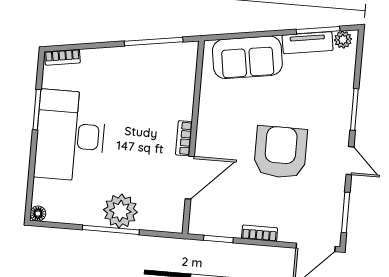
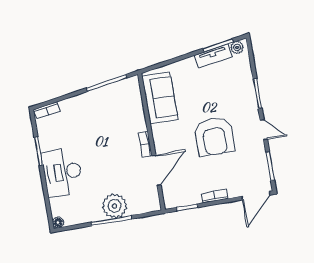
sofa: (247, 57) -> (160, 98), moved, turned -81
desk: (70, 136) -> (62, 172), width x0.73, depth x0.77
armchair: (280, 152) -> (214, 136), turned 180

